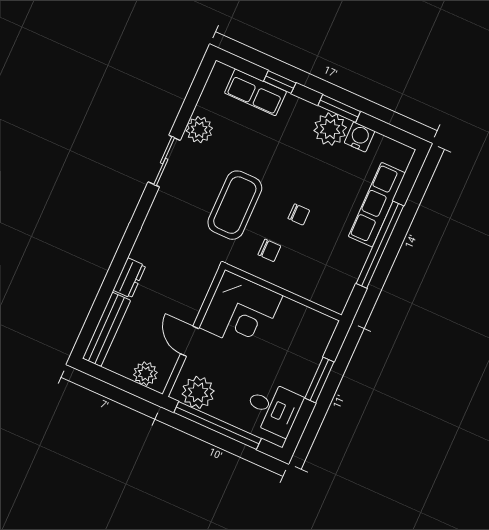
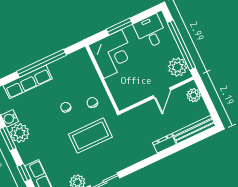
corner desk: (241, 311) -> (113, 54), moved, turned 90

